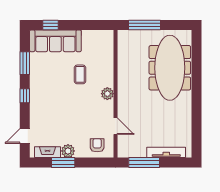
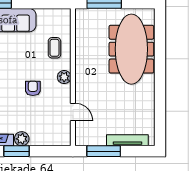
coffee table: (80, 74) -> (54, 48), moved
armchair: (97, 145) -> (33, 88), moved

